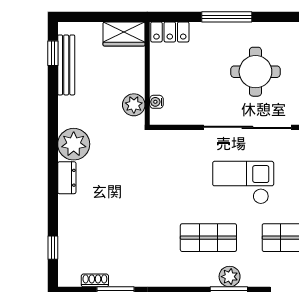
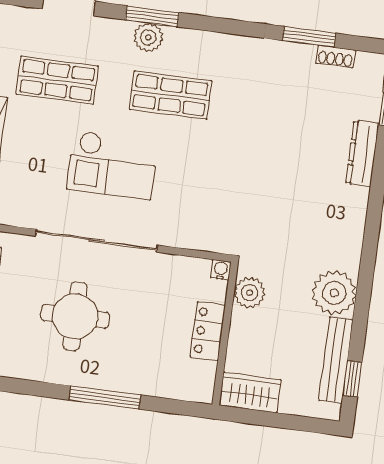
locker: (170, 32) -> (208, 331), moved, turned -90
water cooler: (156, 102) -> (221, 270), moved, turned -90
plant: (74, 144) -> (334, 293), moved
dresser: (67, 178) -> (362, 153), moved, width x1.44

